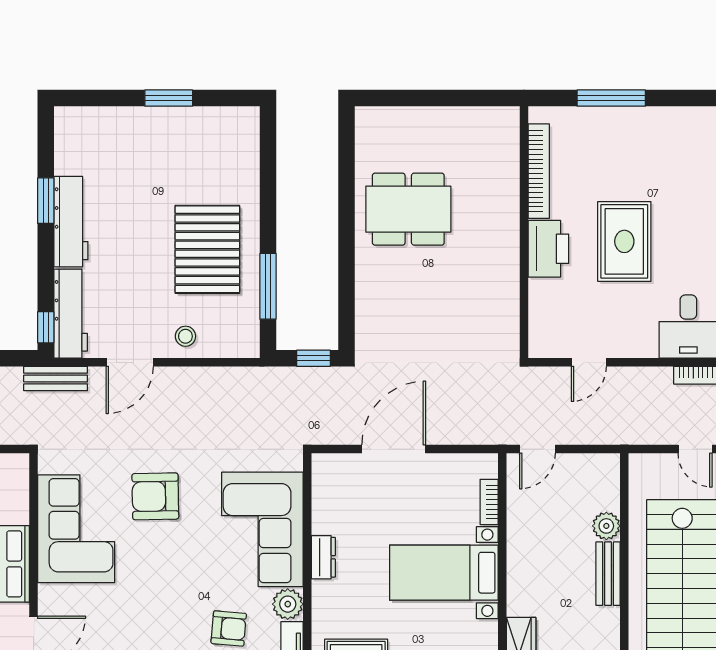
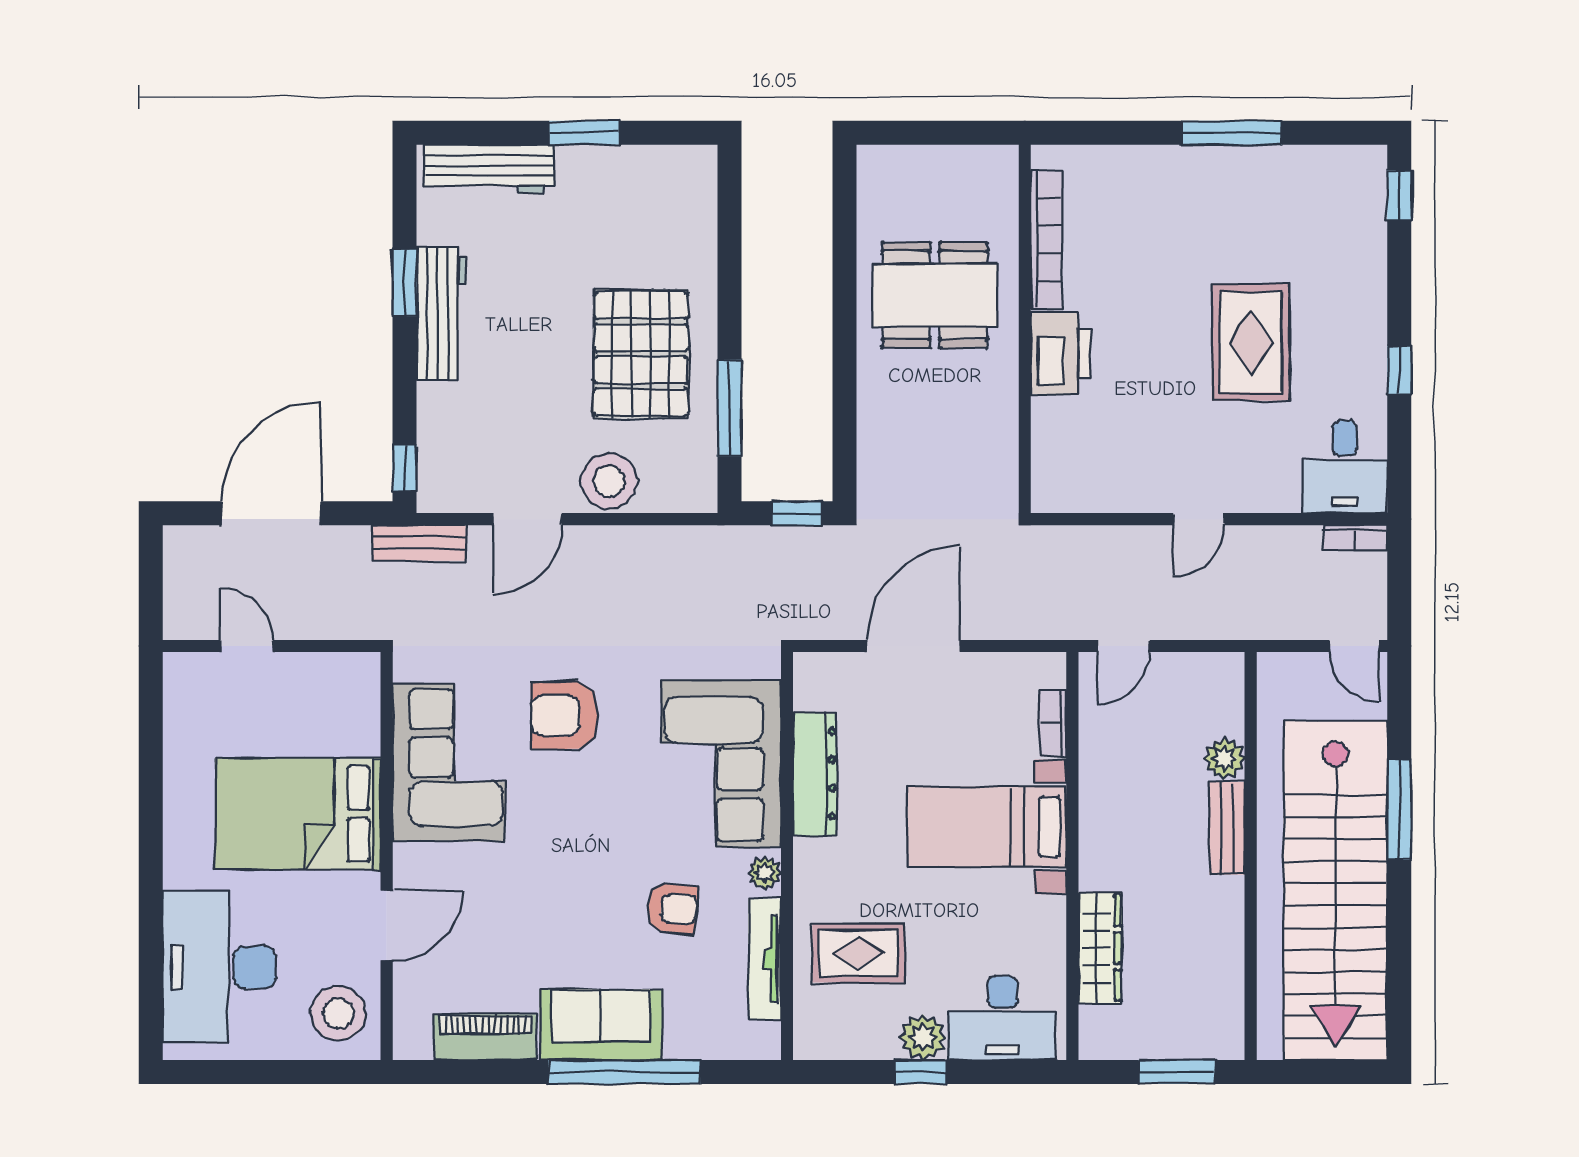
bookcase: (539, 171) -> (1046, 239), moved
wall: (524, 232) -> (1025, 329), moved
printer: (548, 249) -> (1060, 353), moved
workbench: (71, 314) -> (489, 169), moved, turned 90
stool: (185, 336) -> (609, 481), width x1.89, depth x1.89
dresser: (323, 557) -> (815, 774), width x1.96, depth x1.24
plant: (288, 604) -> (765, 873), width x0.73, depth x0.73

